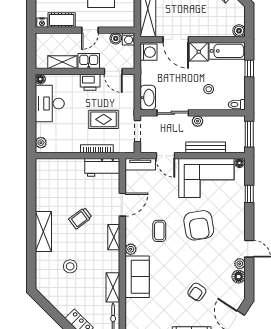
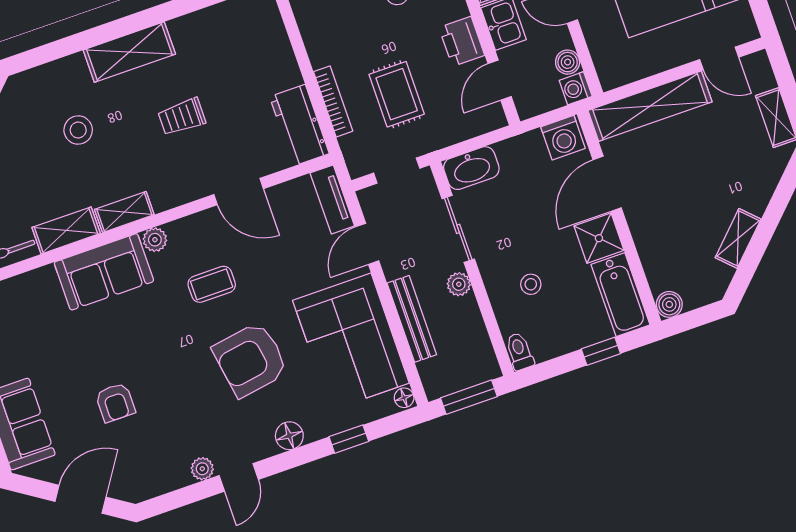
trolley: (80, 218) -> (182, 117), turned -53
shelving: (114, 237) -> (124, 212), moved
floor lamp: (239, 277) -> (289, 436), moved
armchair: (197, 292) -> (115, 402), turned -125

